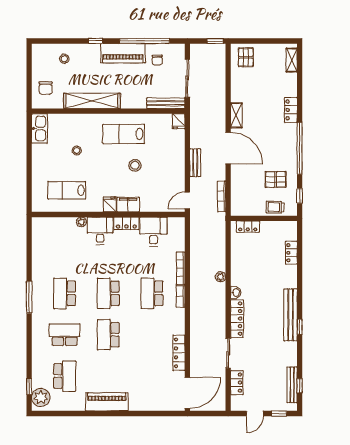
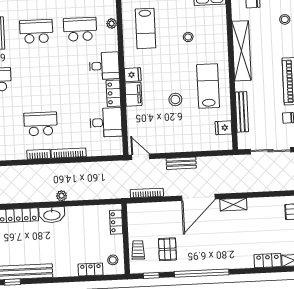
bench: (166, 103) -> (242, 112), moved
locker: (291, 110) -> (268, 261), moved
fridge: (178, 121) -> (224, 128), moved
lab bench: (67, 190) -> (145, 28), turned 180
plant: (81, 222) -> (112, 23), moved
stool: (283, 231) -> (113, 260), added
washbasin: (236, 292) -> (52, 215), width x1.91, depth x1.45
school desk: (108, 293) -> (80, 29), moved

